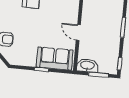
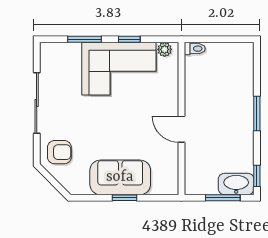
sofa: (55, 59) -> (120, 177), moved
washbasin: (87, 65) -> (236, 184), moved

